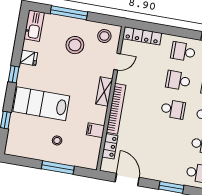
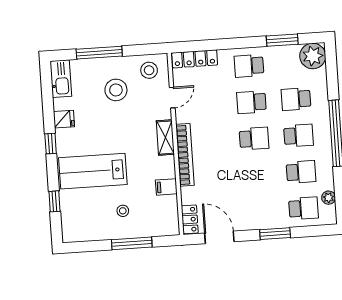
locker: (110, 146) -> (190, 219), moved

